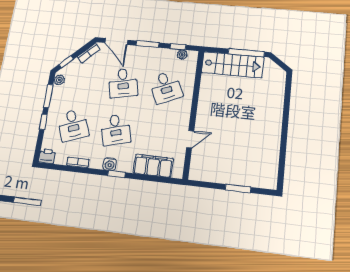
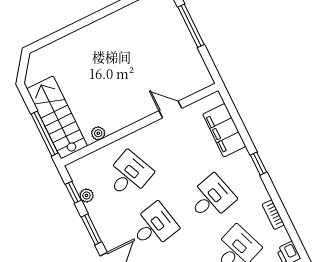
window: (246, 53) -> (45, 134), moved
plant: (182, 55) -> (87, 195), moved
plant: (205, 84) -> (98, 133), added
water cooler: (110, 164) -> (253, 178), removed
window: (238, 188) -> (191, 26), width x1.44

